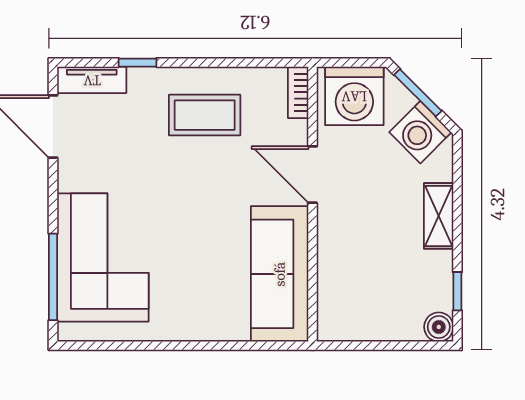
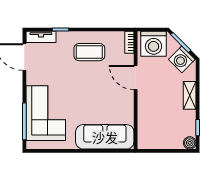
sofa: (280, 274) -> (105, 137), moved, turned 90

